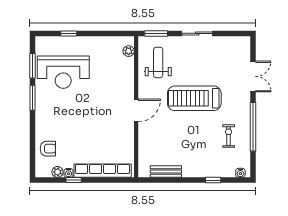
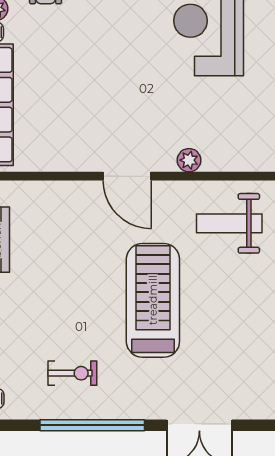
plant: (129, 51) -> (189, 160), moved
weight bench: (158, 62) -> (229, 223), turned 180

